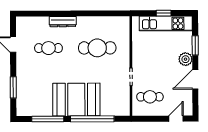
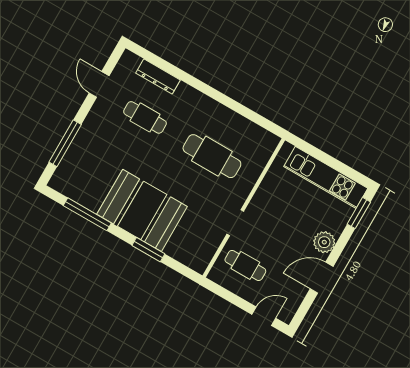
window: (164, 13) -> (331, 161), removed
dresser: (63, 22) -> (158, 76), moved
window: (195, 45) -> (359, 213), moved
window: (13, 87) -> (65, 143), width x1.44
window: (92, 119) -> (148, 250), width x0.47

